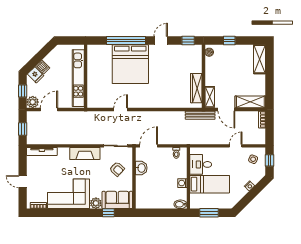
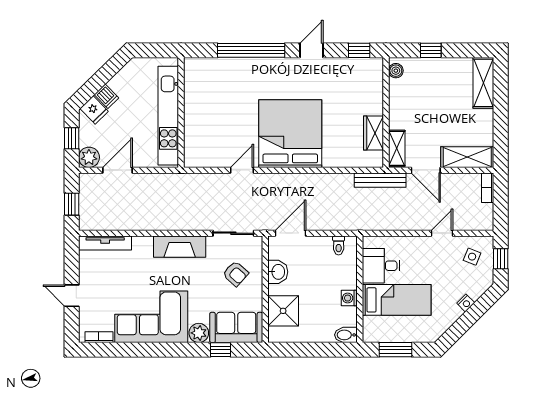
bed: (130, 64) -> (290, 134), moved, turned 180
wardrobe: (196, 88) -> (373, 133), width x0.67
shower: (144, 190) -> (283, 311), added

